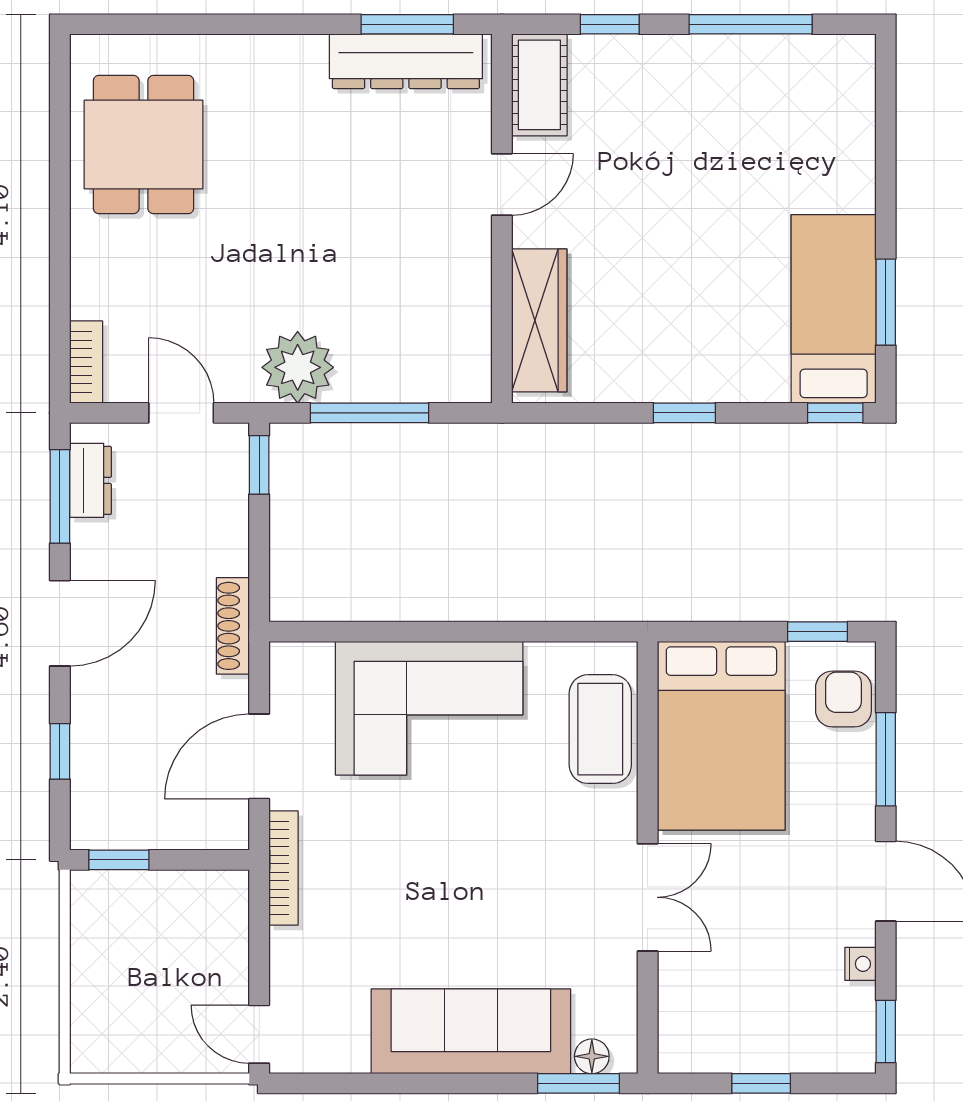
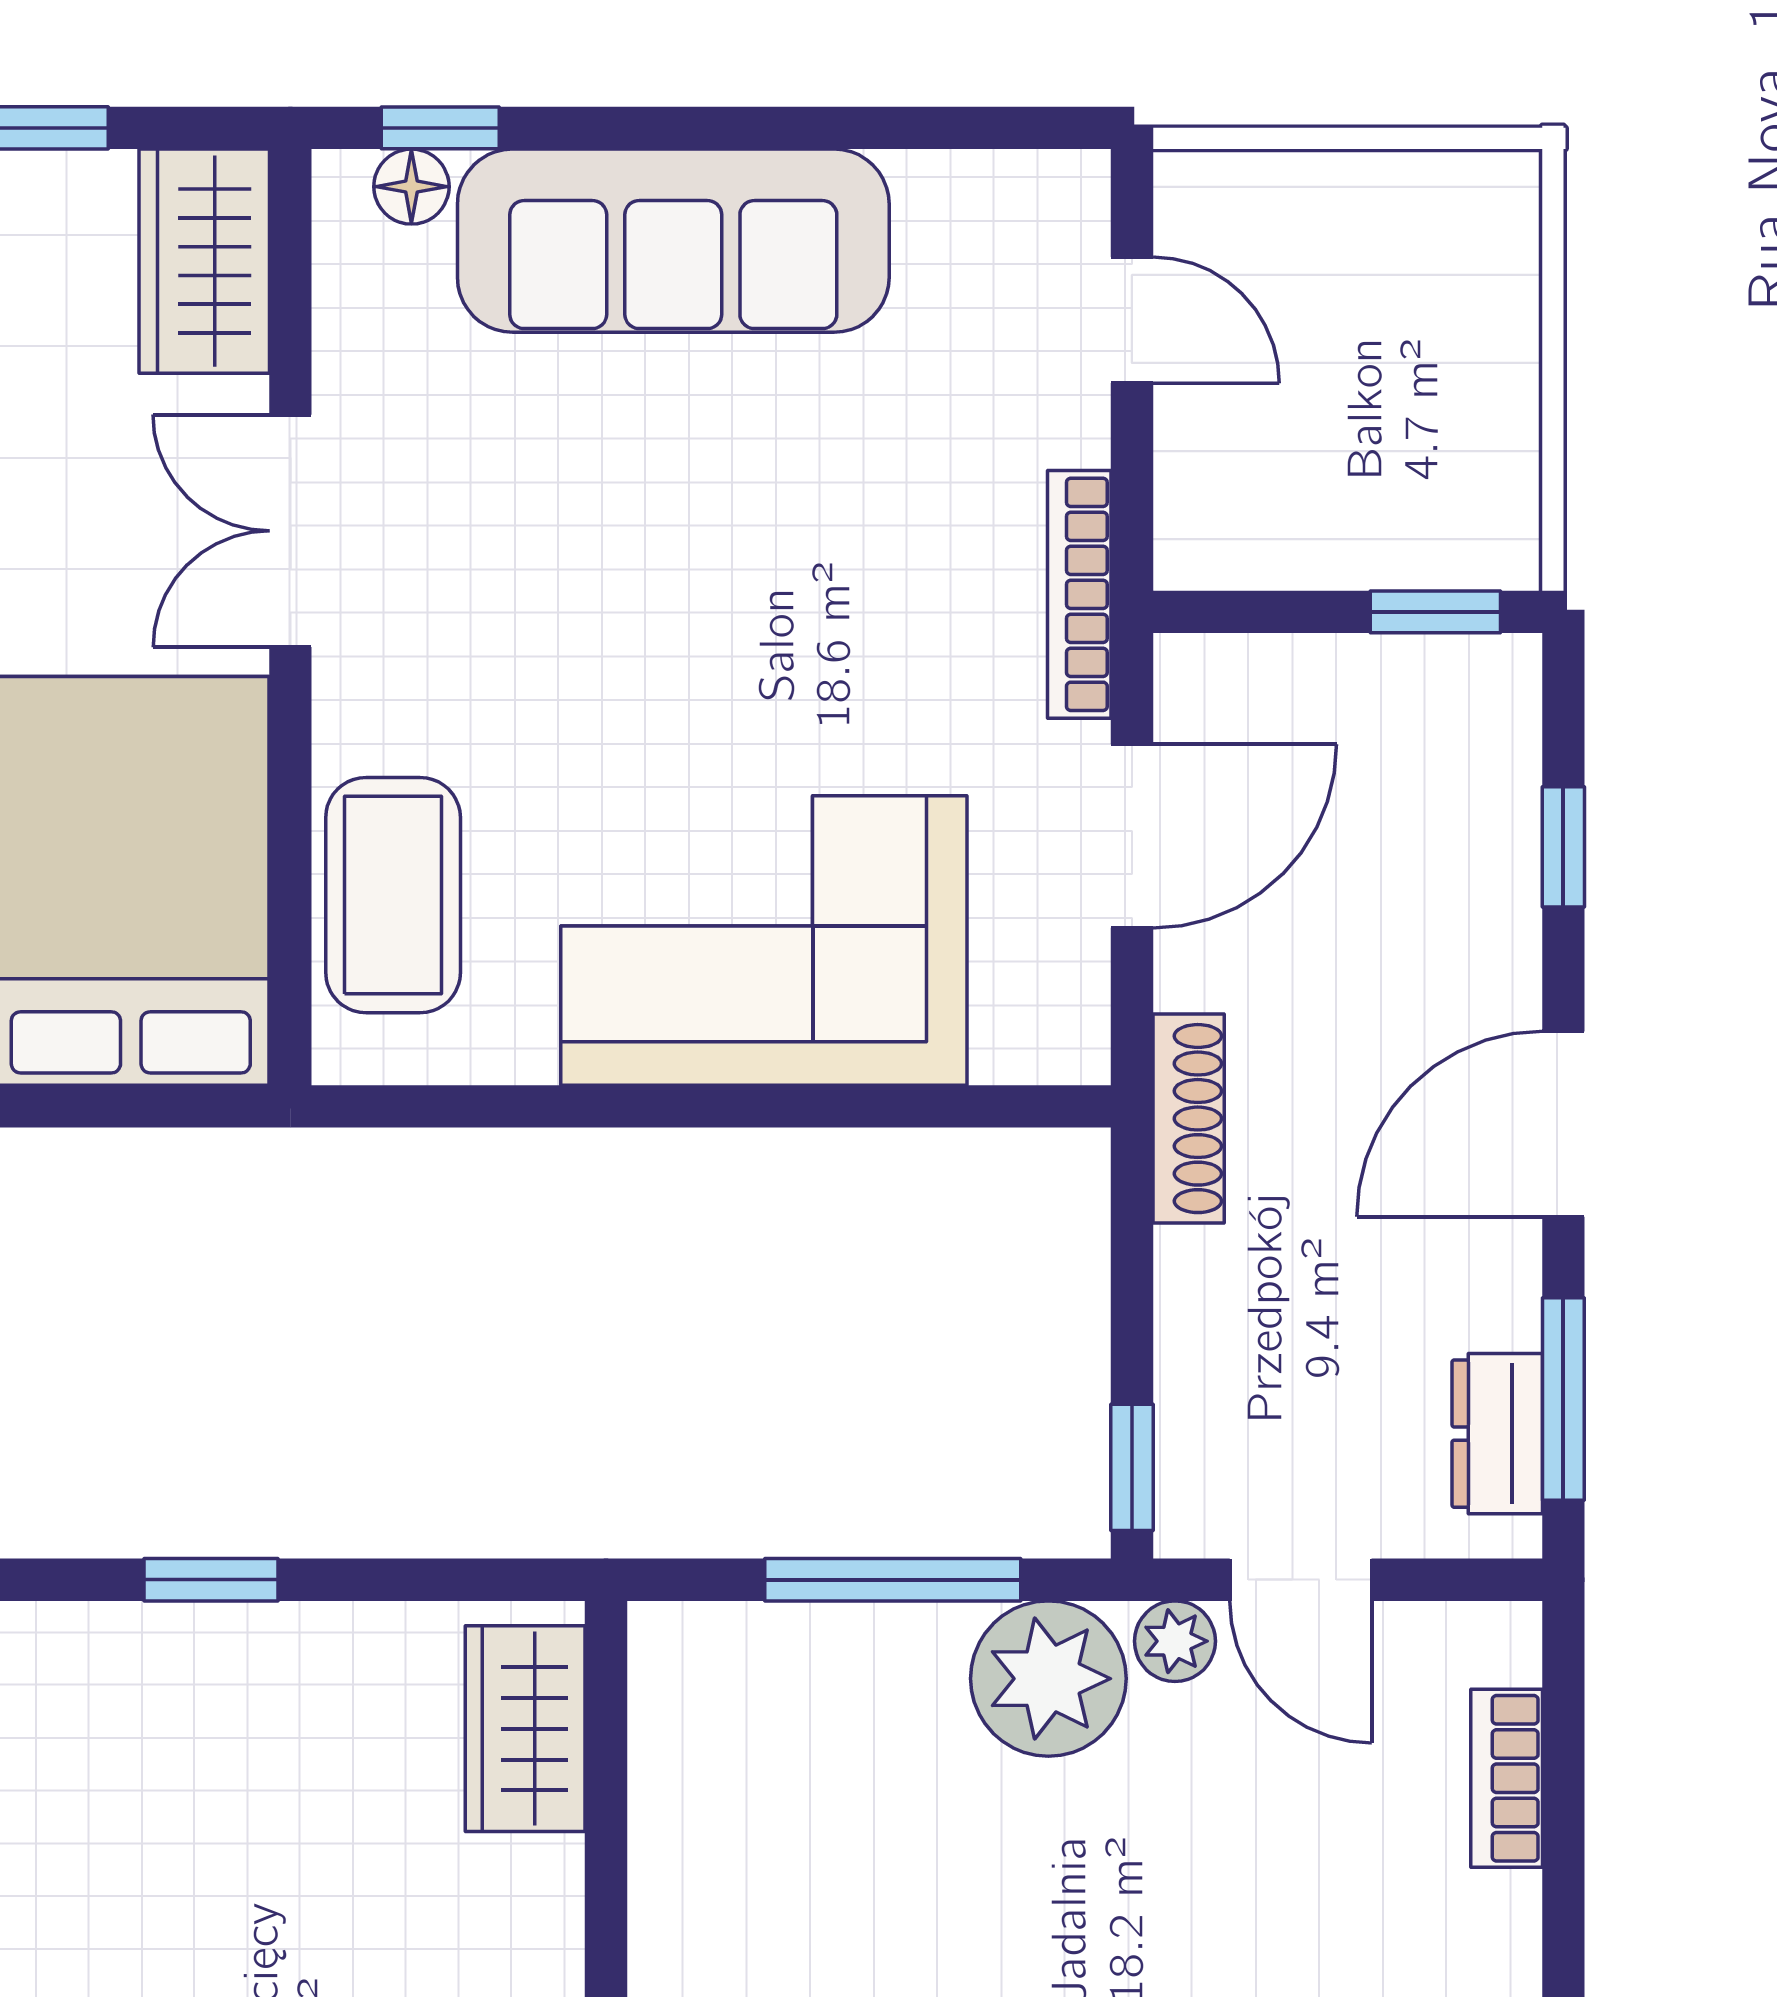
wardrobe: (539, 320) -> (525, 1729), width x0.67
bookcase: (86, 362) -> (1507, 1778), moved
plant: (239, 385) -> (1175, 1641), added
wardrobe: (687, 1022) -> (204, 261), added
door: (259, 1034) -> (1132, 320), moved
window: (578, 1083) -> (440, 128), width x0.67

